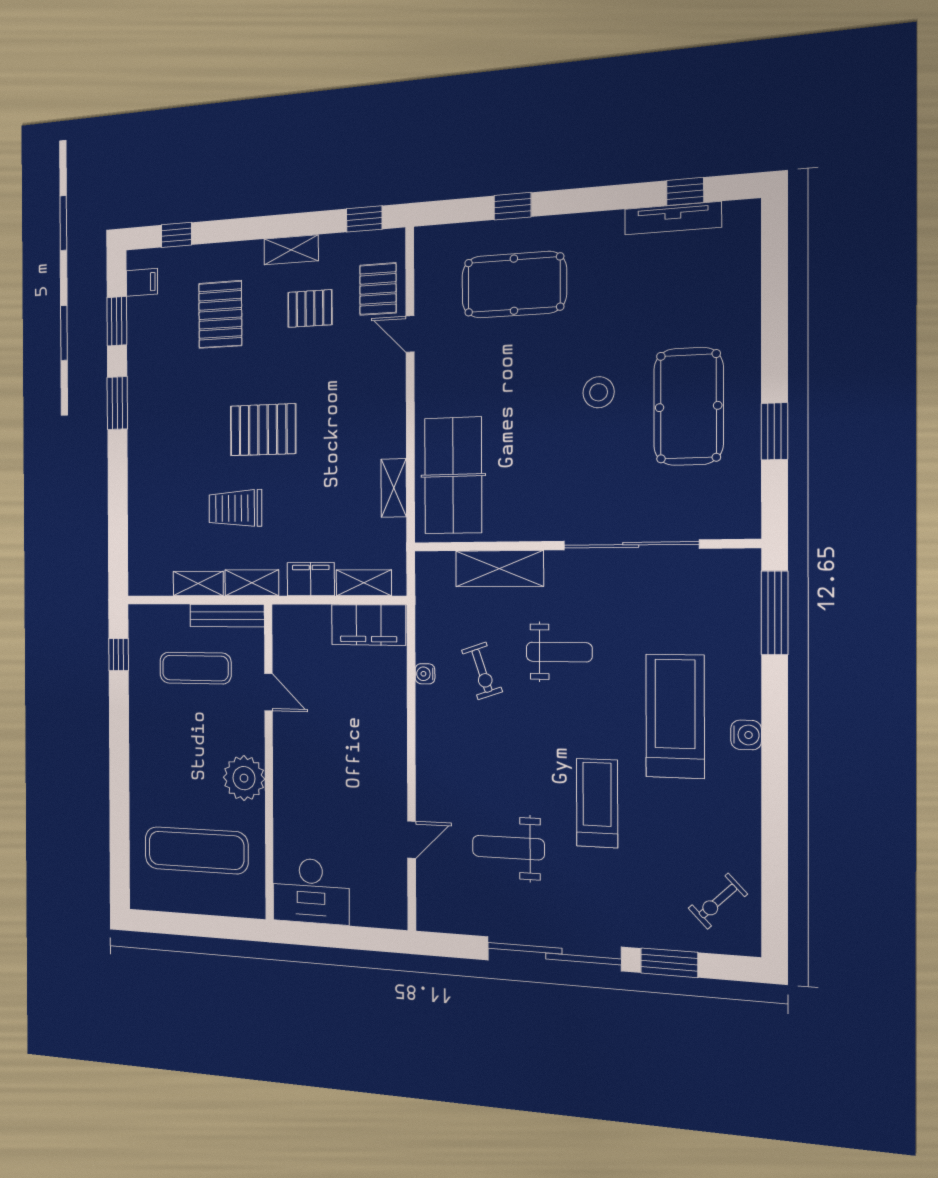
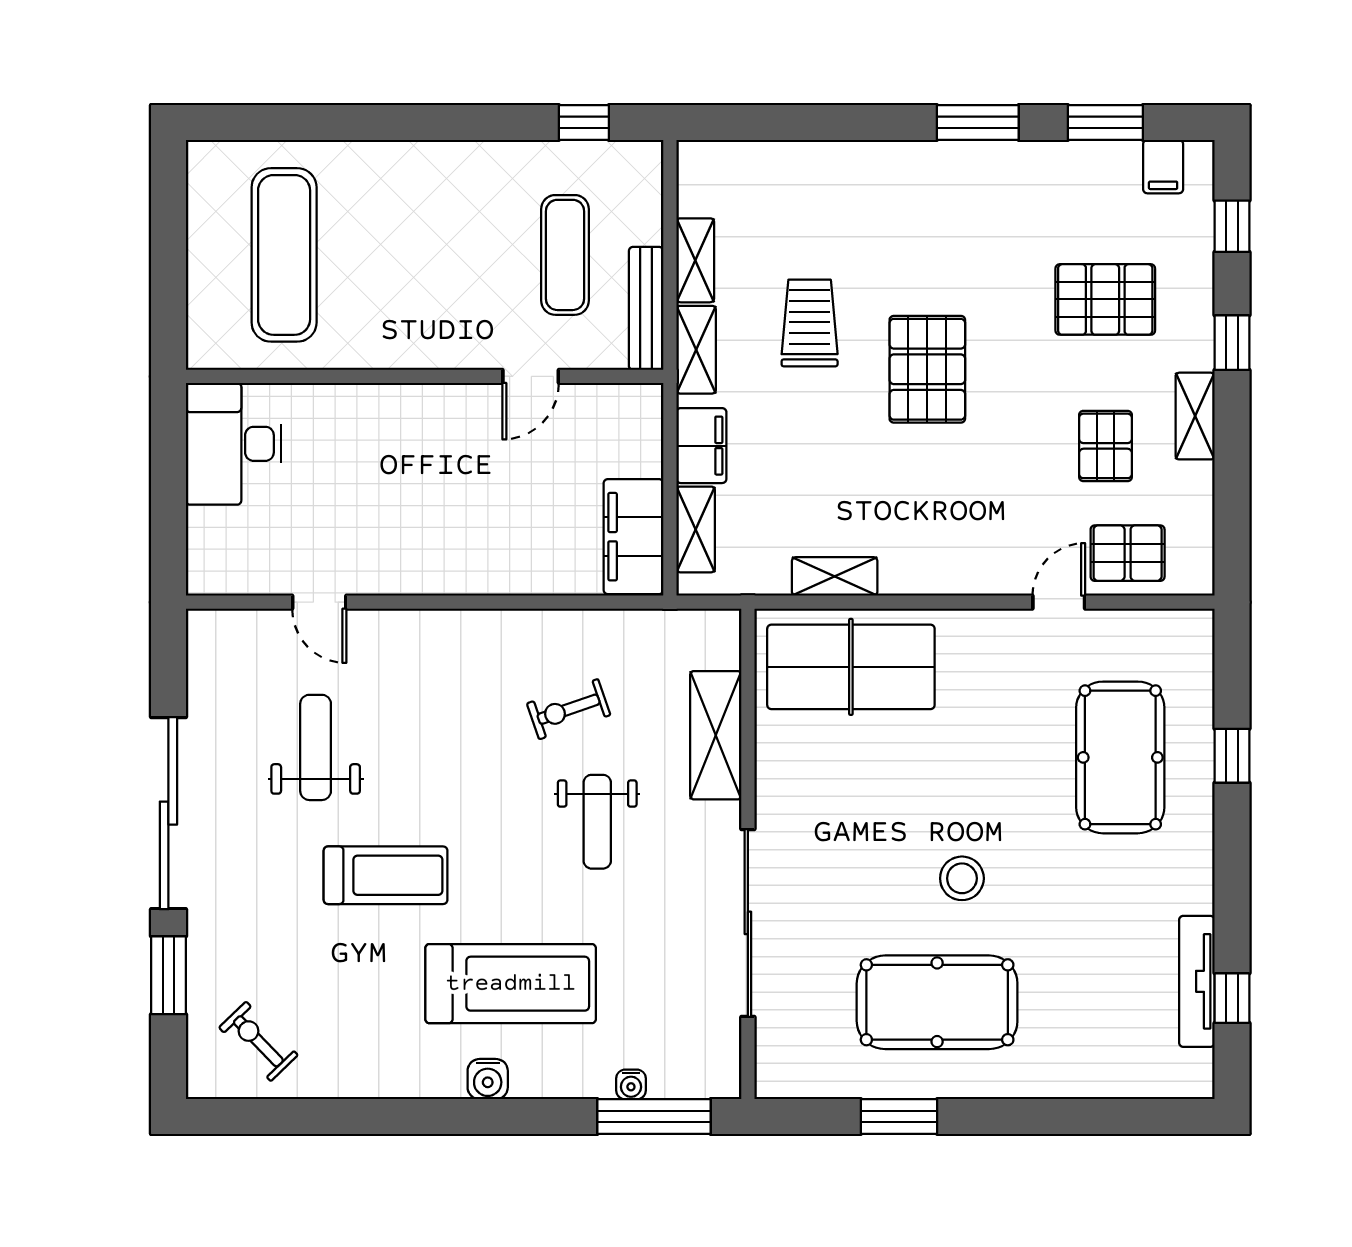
window: (364, 219) -> (1232, 343), moved
water cooler: (425, 674) -> (631, 1084), moved, turned 180
plant: (244, 778) -> (399, 335), removed

